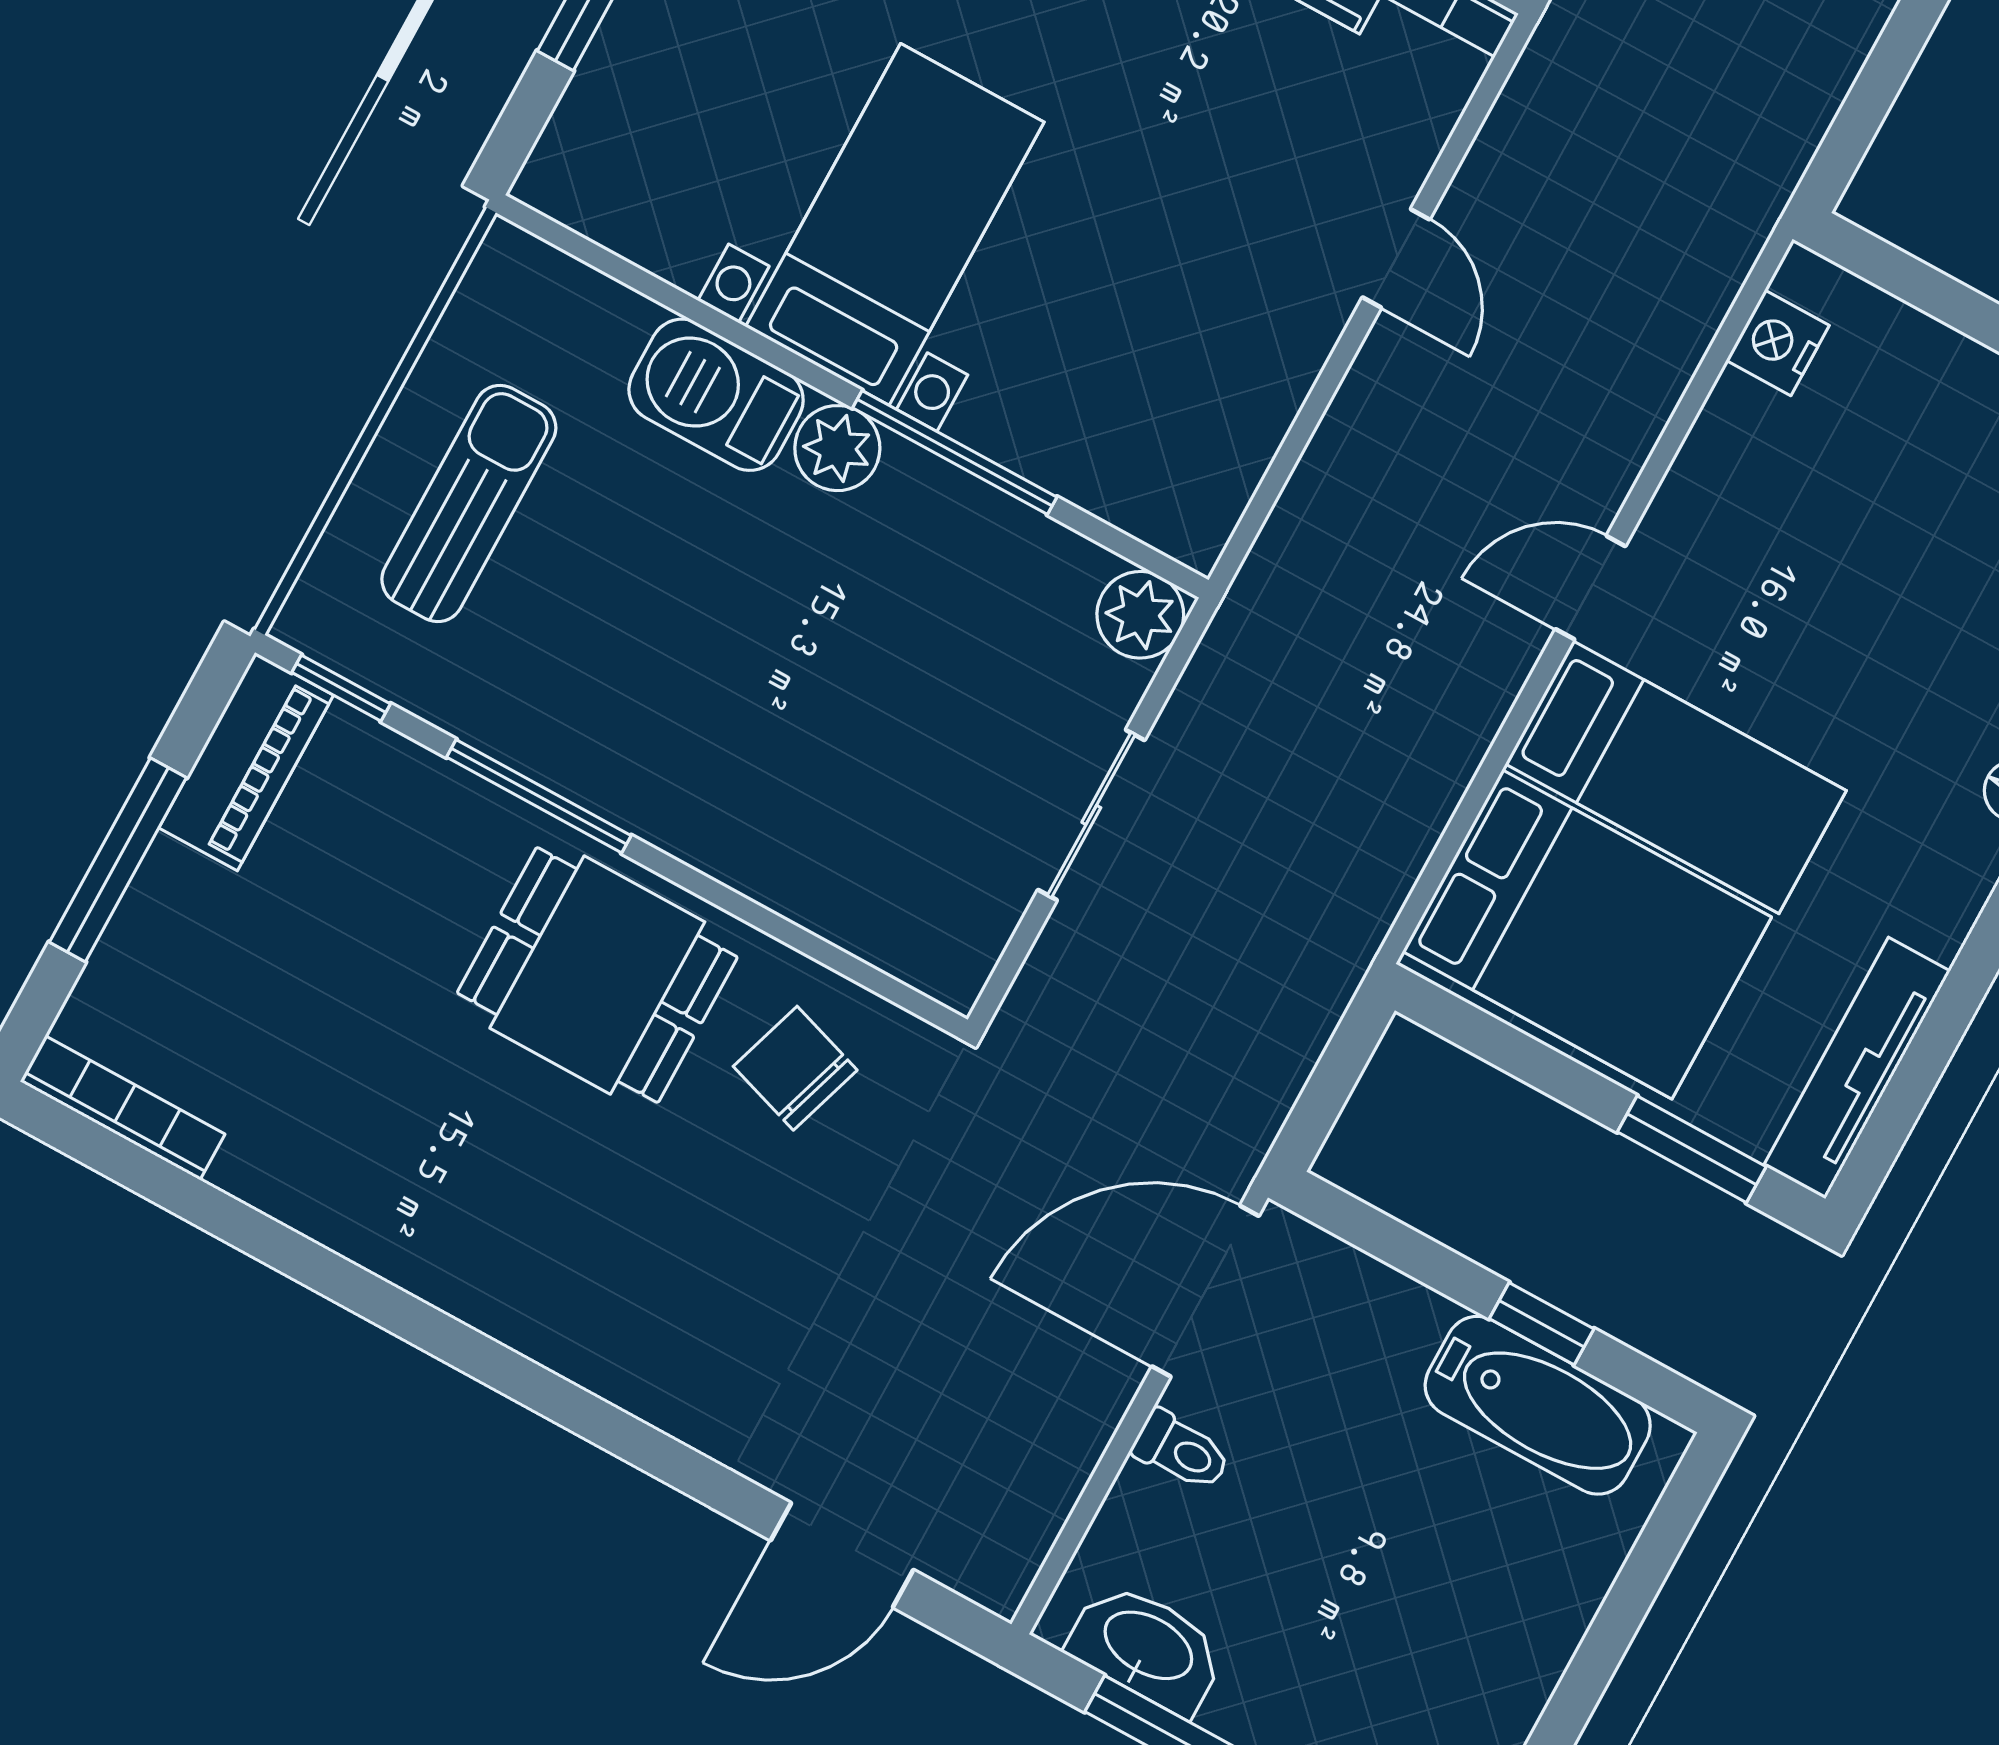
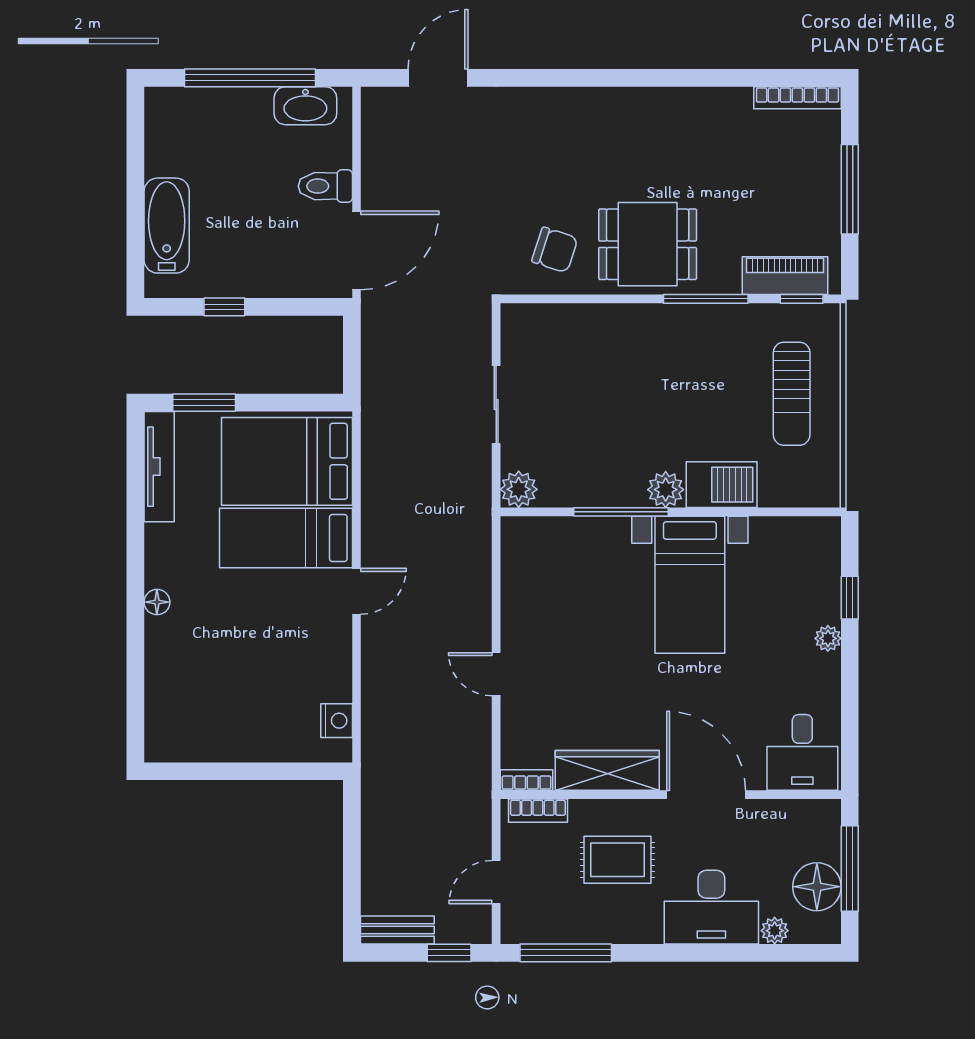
piano: (246, 762) -> (785, 276), moved, turned 90
bathtub: (1538, 1405) -> (167, 226), moved, turned 90
toilet: (1181, 1451) -> (325, 186), width x1.37, depth x1.39

